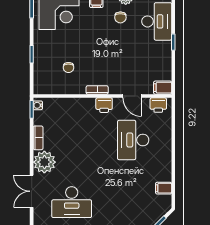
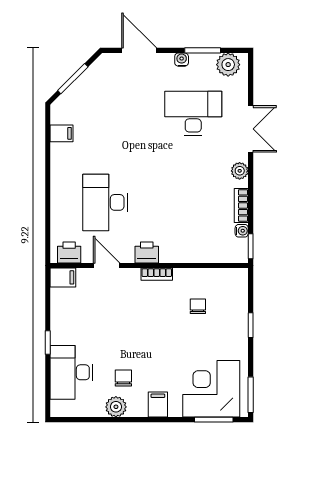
water cooler: (38, 105) -> (242, 231), moved
desk: (133, 140) -> (105, 202), turned 180
plant: (44, 162) -> (240, 171), width x0.53, depth x0.53

